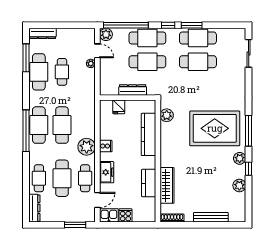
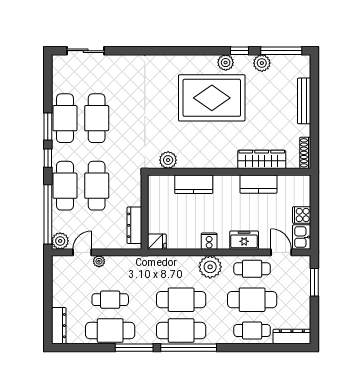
window: (26, 58) -> (134, 348), moved
dresser: (133, 90) -> (134, 225), moved
fridge: (119, 107) -> (157, 242), moved
rug: (215, 128) -> (212, 98), moved, turned 90
window: (249, 131) -> (281, 51), moved
kitchen counter: (148, 134) -> (194, 184), width x0.67

